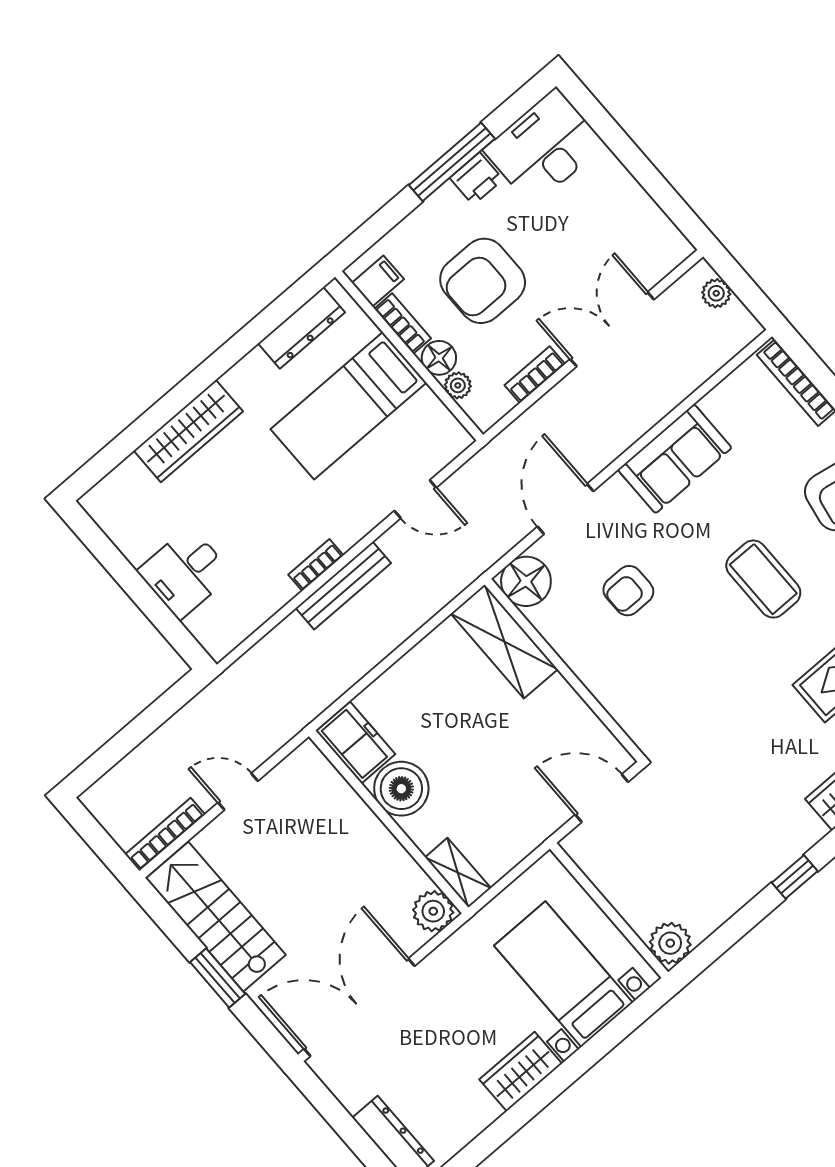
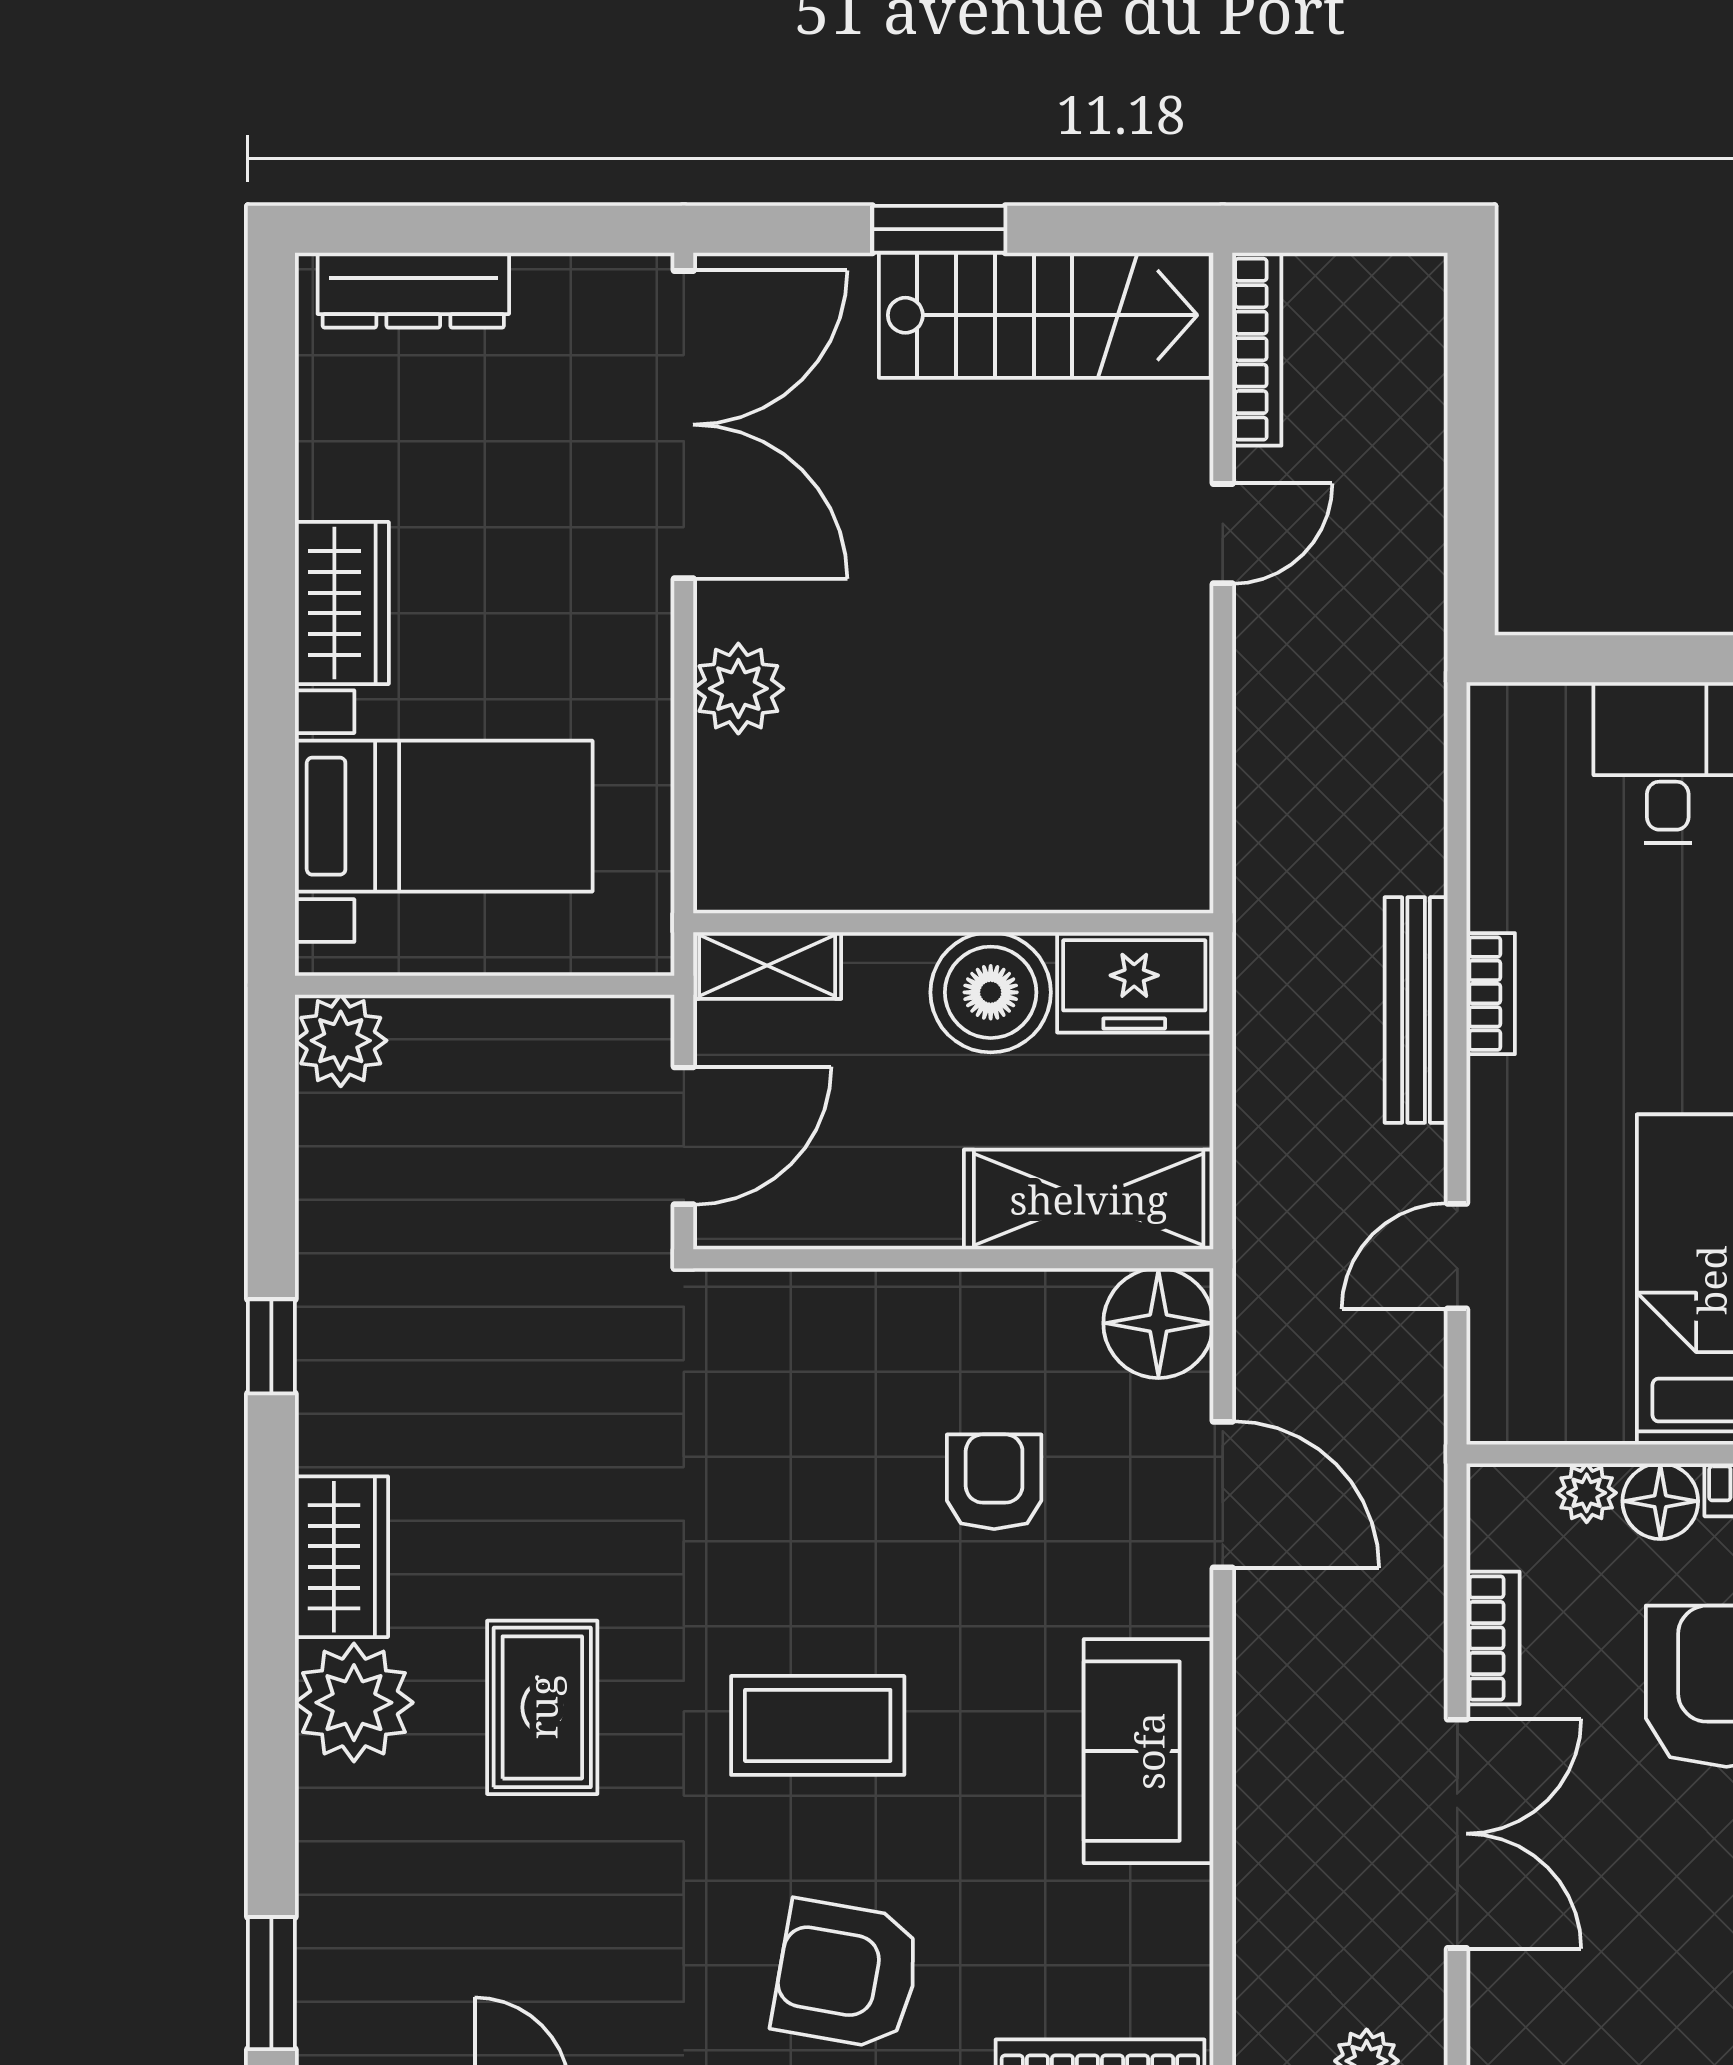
freezer: (356, 743) -> (1134, 982), moved
boiler: (401, 789) -> (991, 992), moved
wall: (389, 822) -> (953, 923), moved
shelving: (458, 873) -> (767, 965), moved

